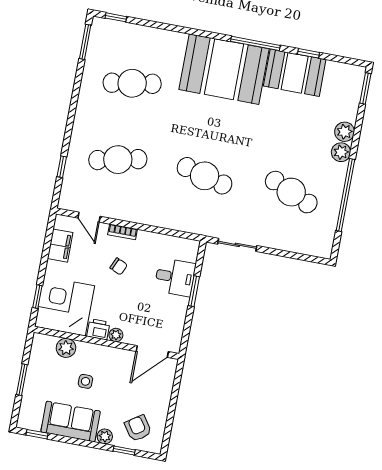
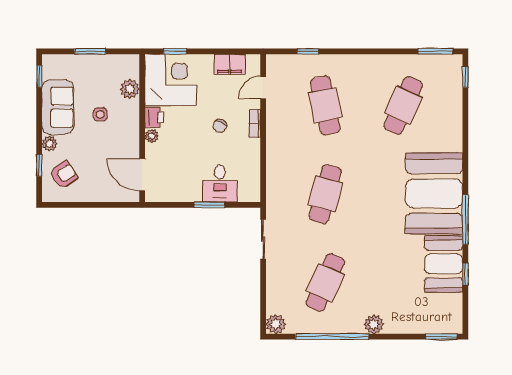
cafe table: (132, 83) -> (403, 105), turned 33
plant: (345, 132) -> (276, 324), moved

